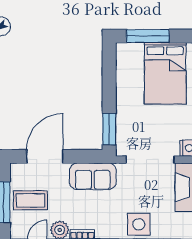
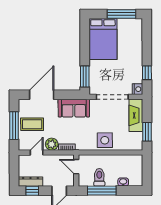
window: (148, 36) -> (122, 14), moved
bed: (165, 73) -> (103, 39), moved

